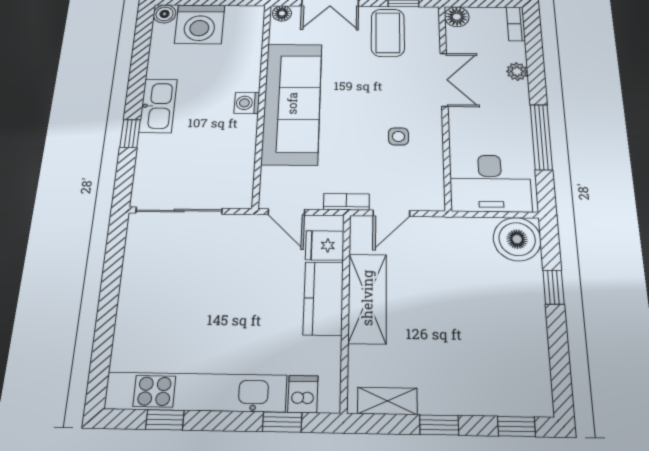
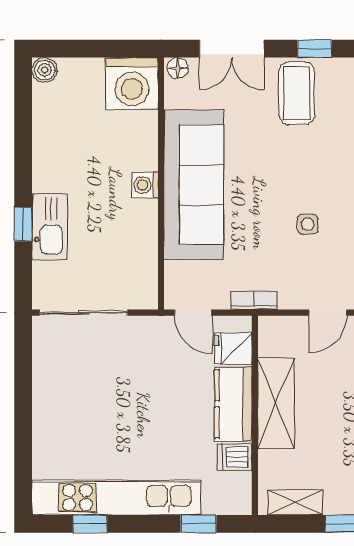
washing machine: (200, 24) -> (132, 84), moved
kitchen sink: (158, 106) -> (49, 226), moved
door: (391, 213) -> (328, 313), moved
dishwasher: (303, 394) -> (235, 457), moved, turned -90

